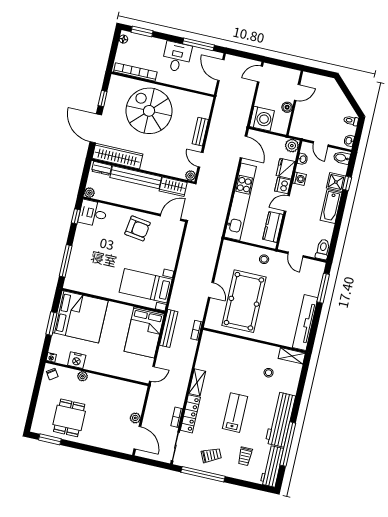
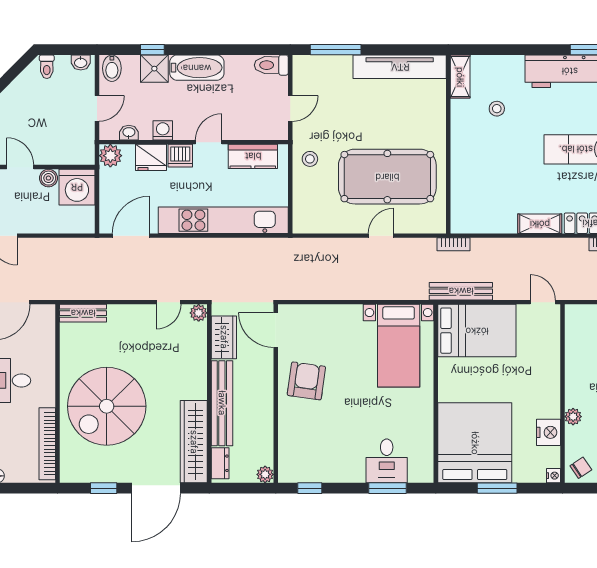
washing machine: (262, 119) -> (77, 187), moved, turned 180
bench: (200, 132) -> (83, 313), moved
door: (287, 204) -> (209, 142), swing flipped
desk: (93, 213) -> (387, 461), moved
window: (66, 261) -> (388, 488), width x0.69

